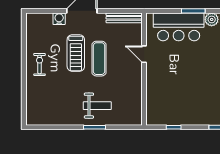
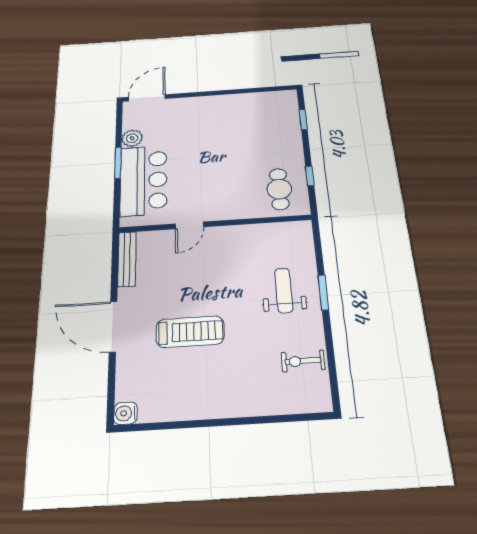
water cooler: (59, 19) -> (126, 413), moved
exercise mat: (99, 59) -> (199, 293), removed
exercise bike: (40, 64) -> (303, 361), moved
cafe table: (165, 108) -> (279, 189), added

